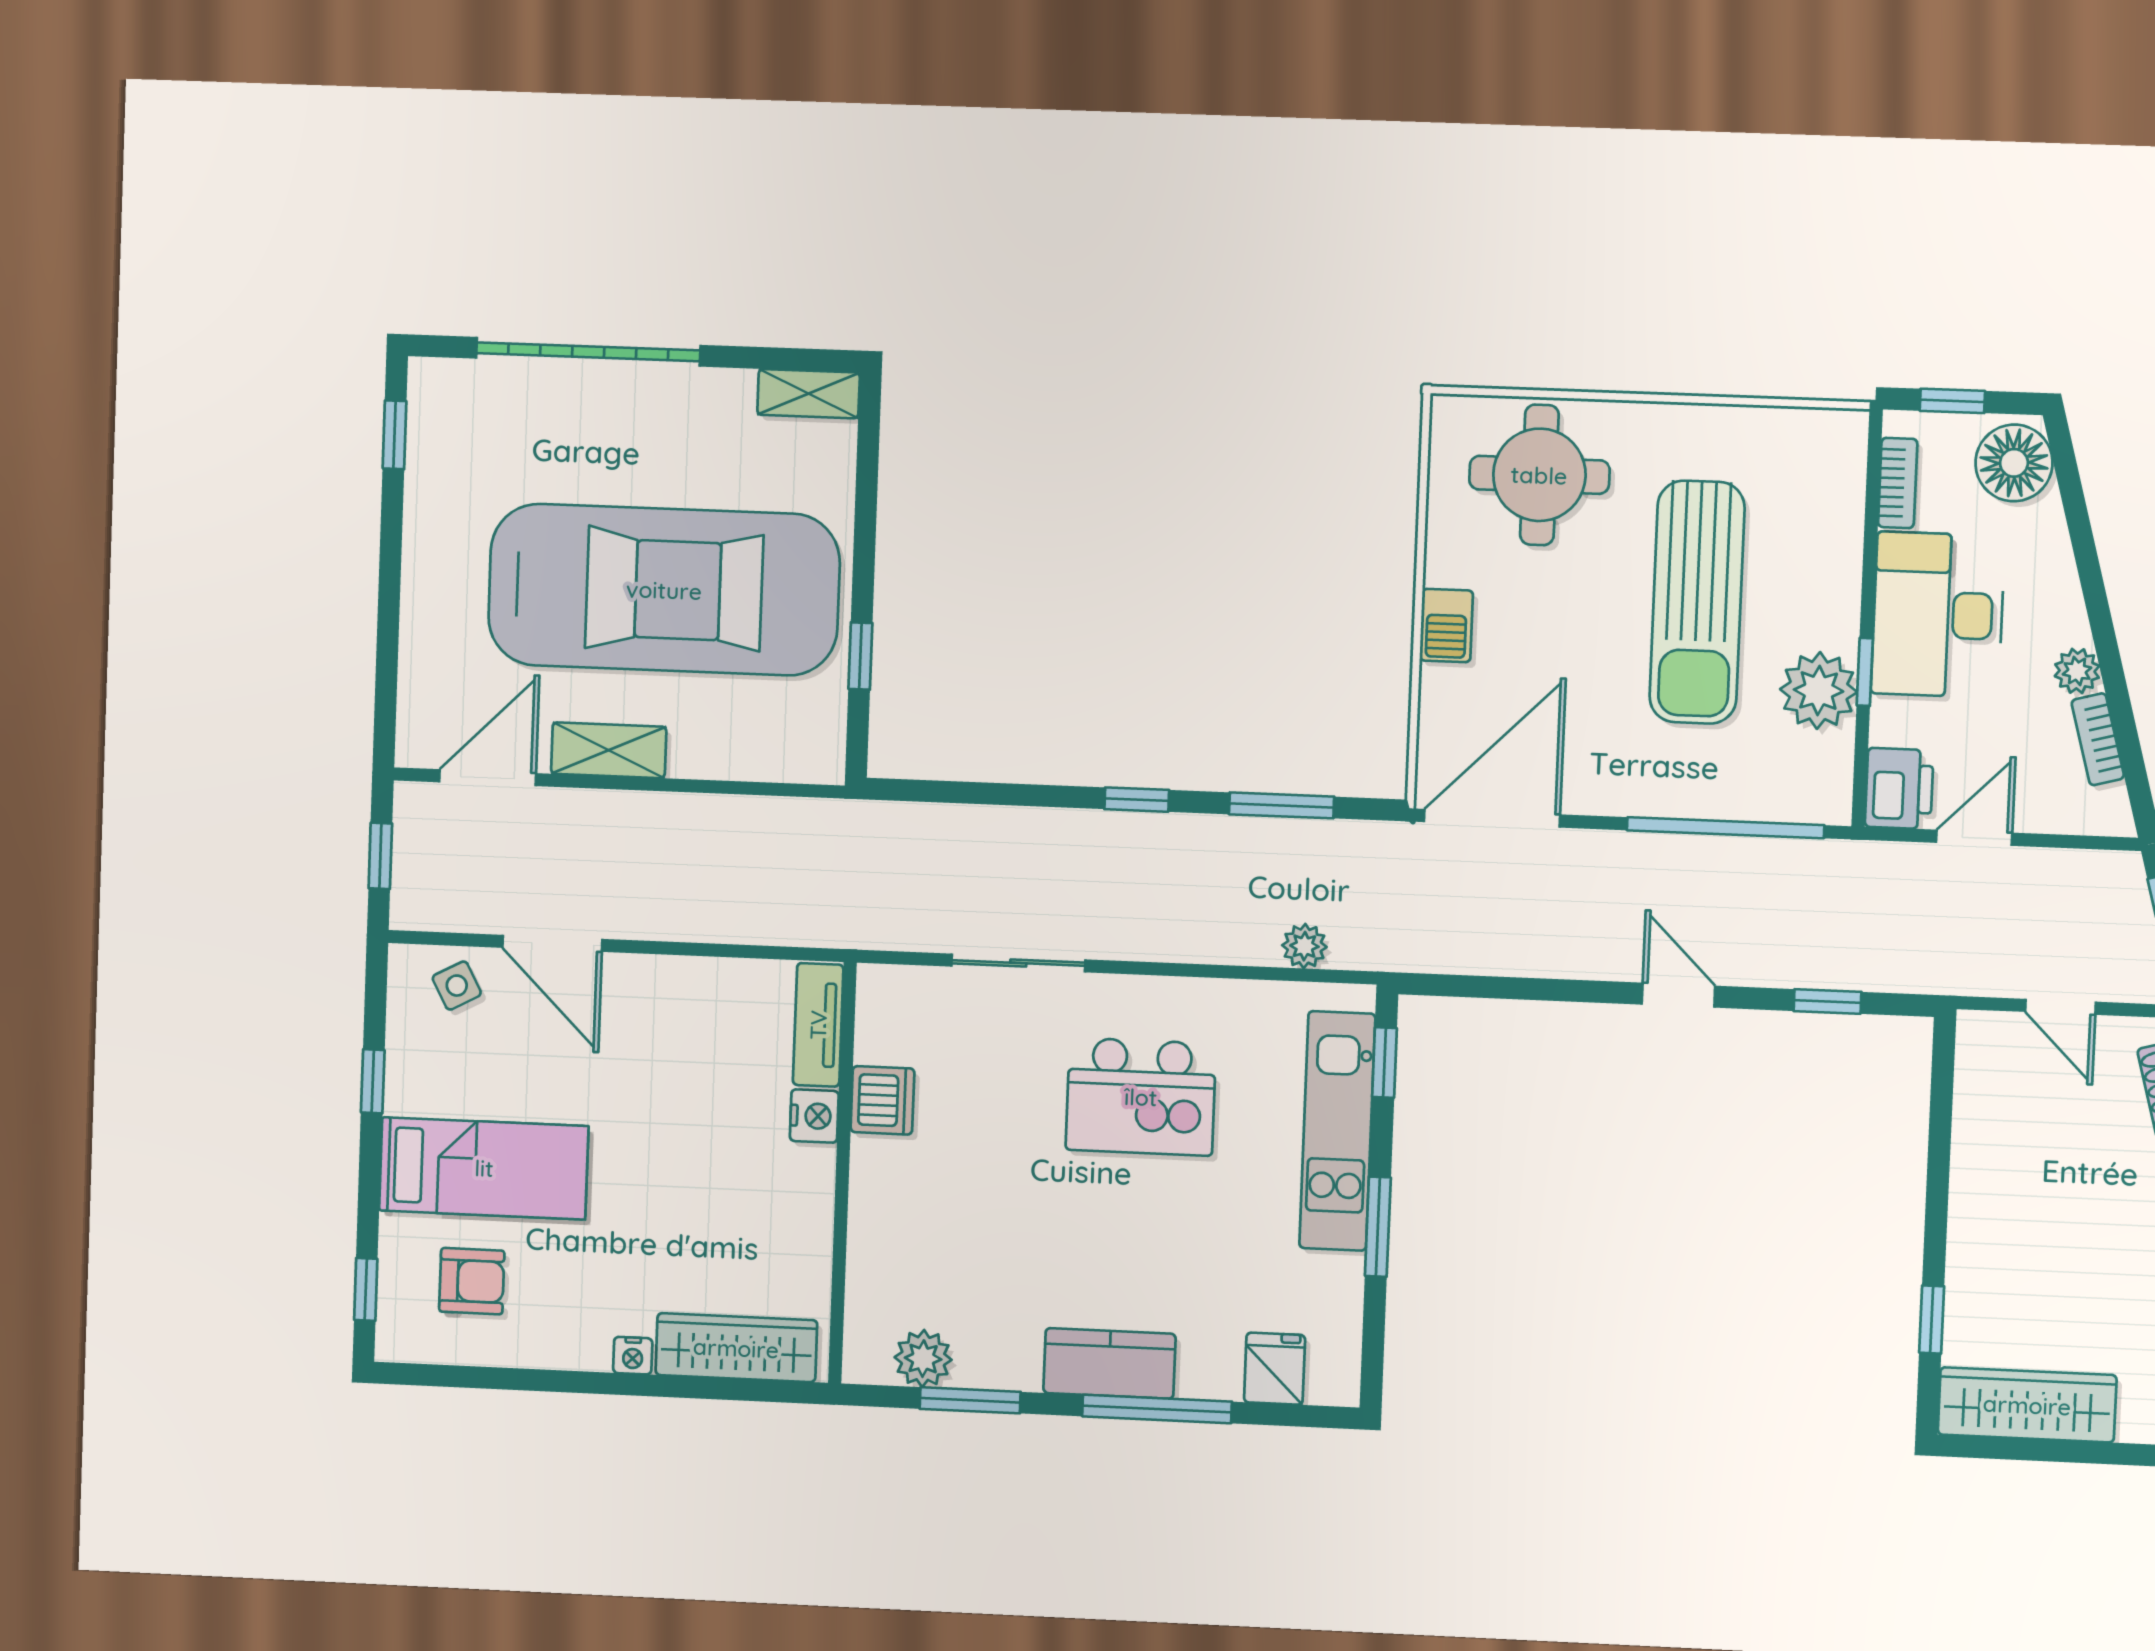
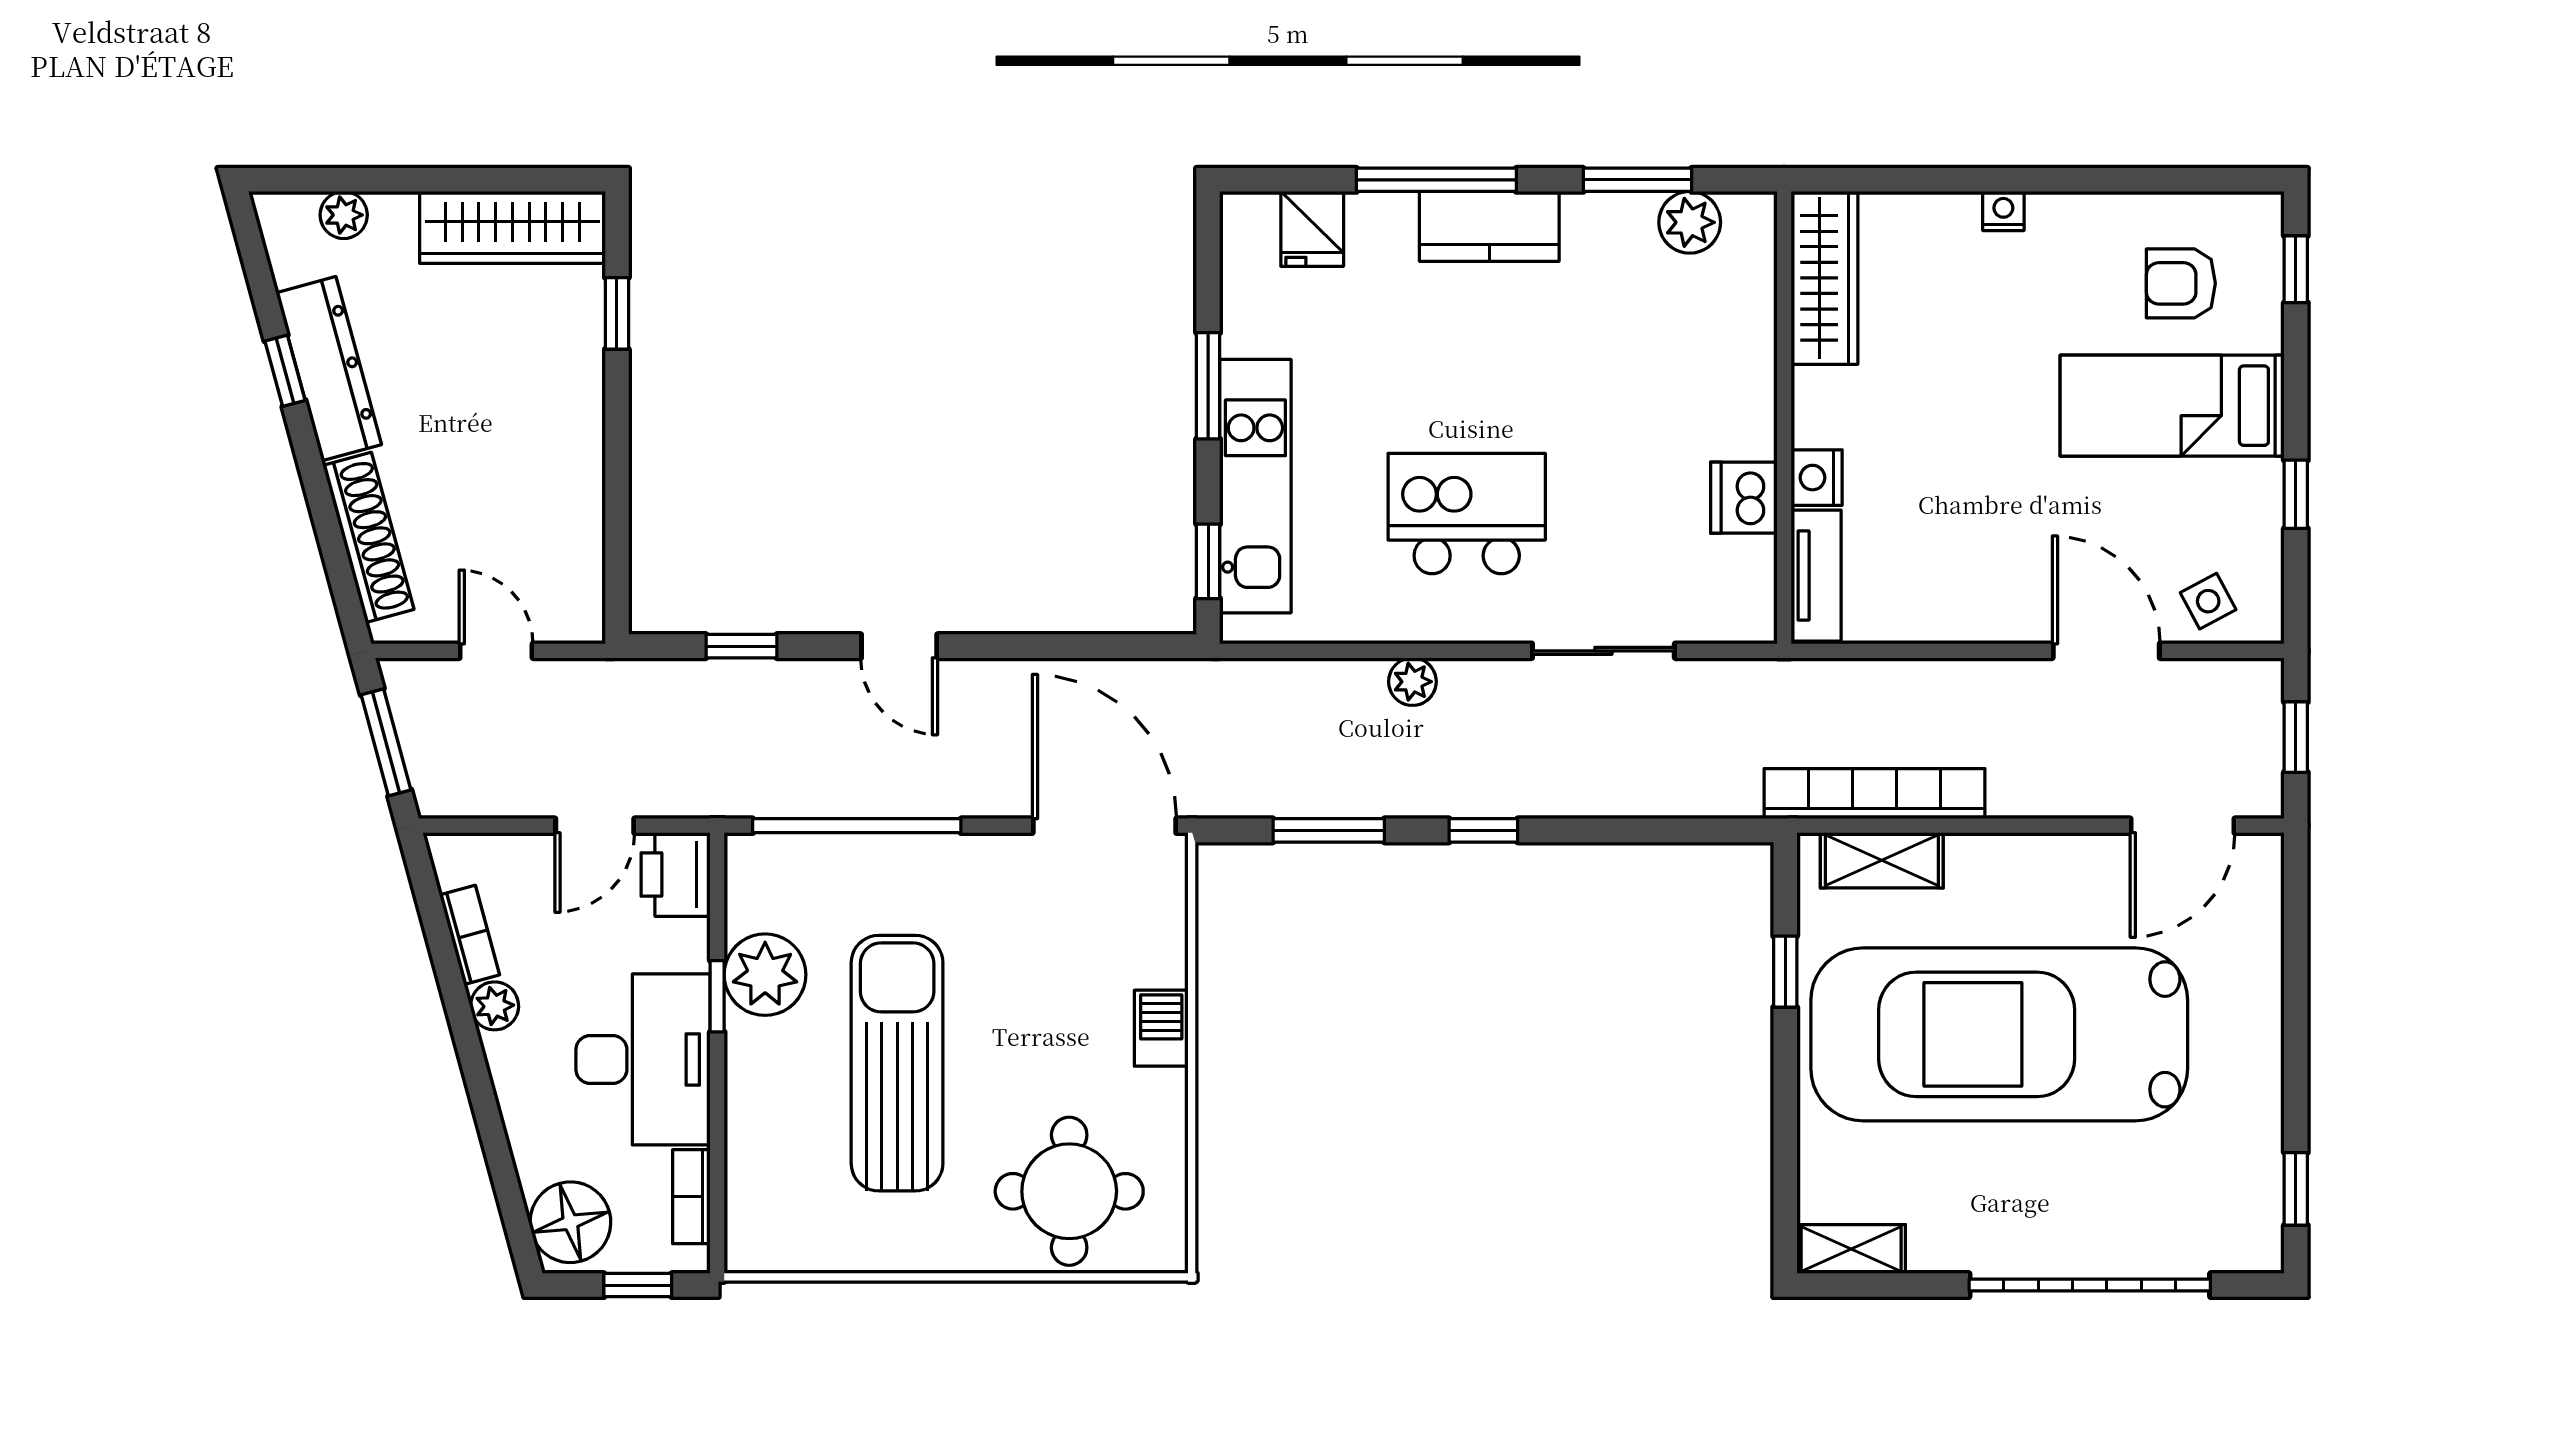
shelving: (609, 750) -> (1882, 860), moved
door: (1492, 818) -> (1104, 826), swing flipped
bookcase: (771, 819) -> (1874, 794), added
plant: (1304, 946) -> (1412, 682), moved
wardrobe: (736, 1348) -> (1824, 278), moved, turned -90

